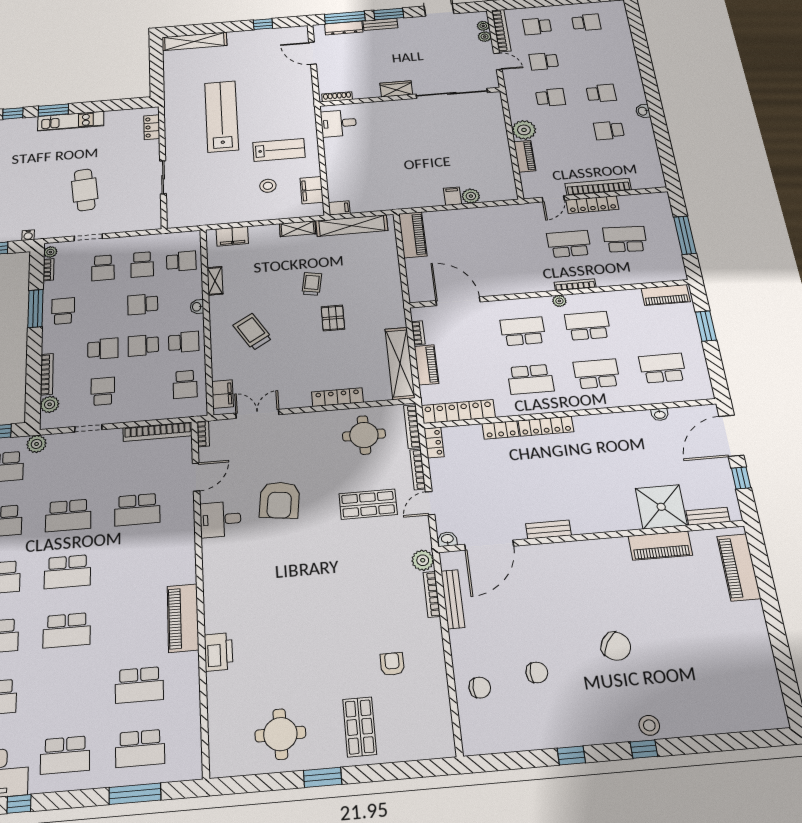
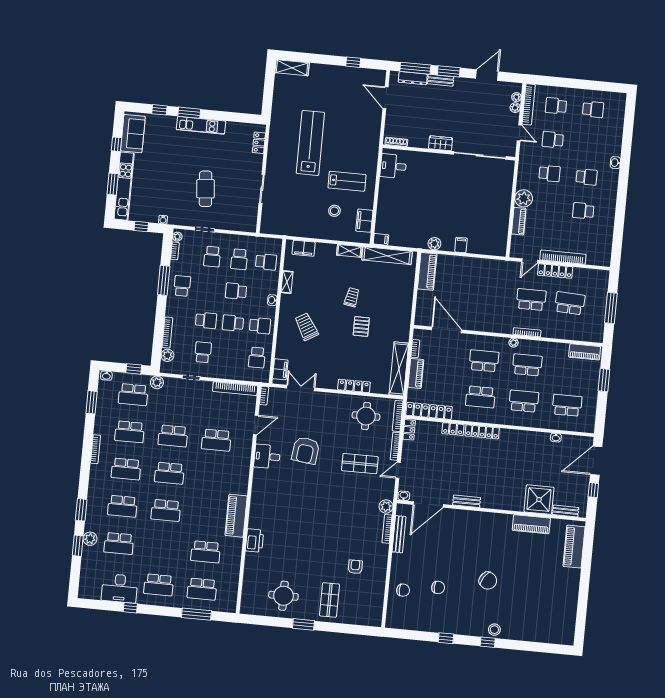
shelving: (194, 41) -> (292, 68), width x0.68
washbasin: (643, 111) -> (615, 163), moved
plant: (471, 196) -> (434, 244), moved

